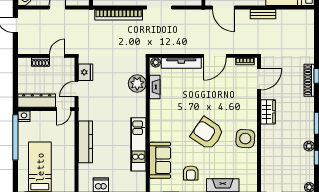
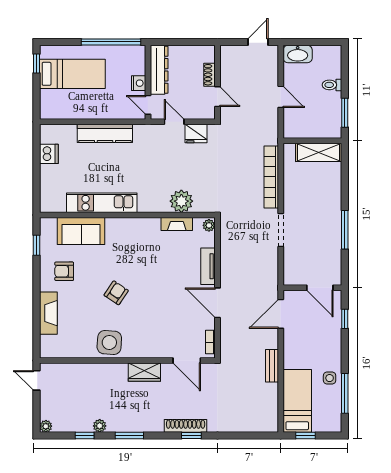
tv unit: (181, 63) -> (208, 266), width x0.71
nightstand: (24, 116) -> (139, 83), moved
armchair: (207, 133) -> (116, 293), width x0.53, depth x0.53

